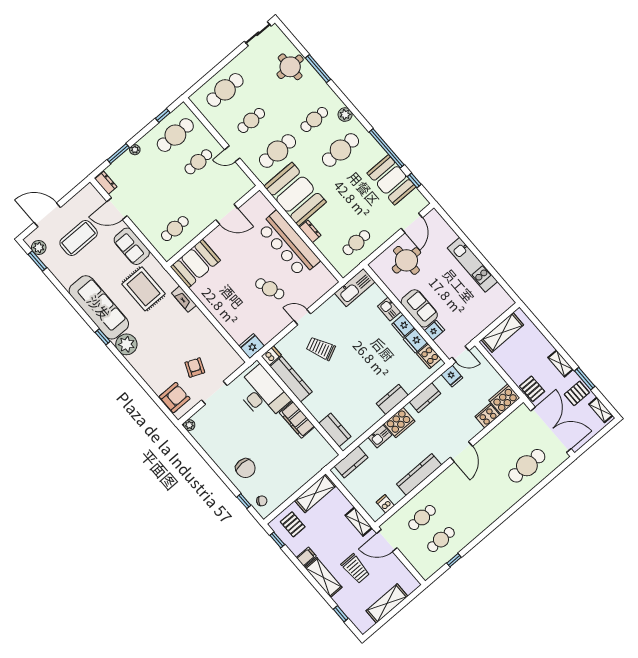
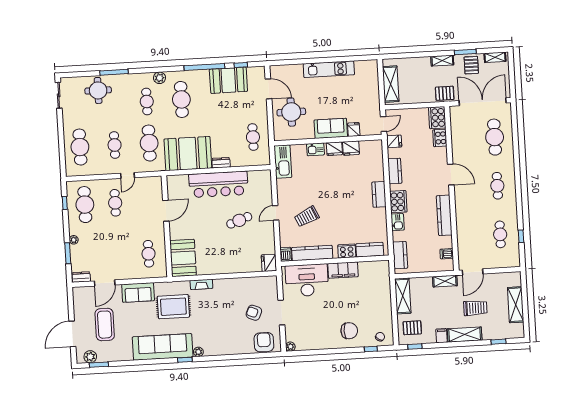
plant: (126, 344) -> (198, 352), width x0.53, depth x0.53
cooker: (429, 356) -> (347, 251), moved, turned 180
cafe table: (422, 518) -> (497, 186), moved

